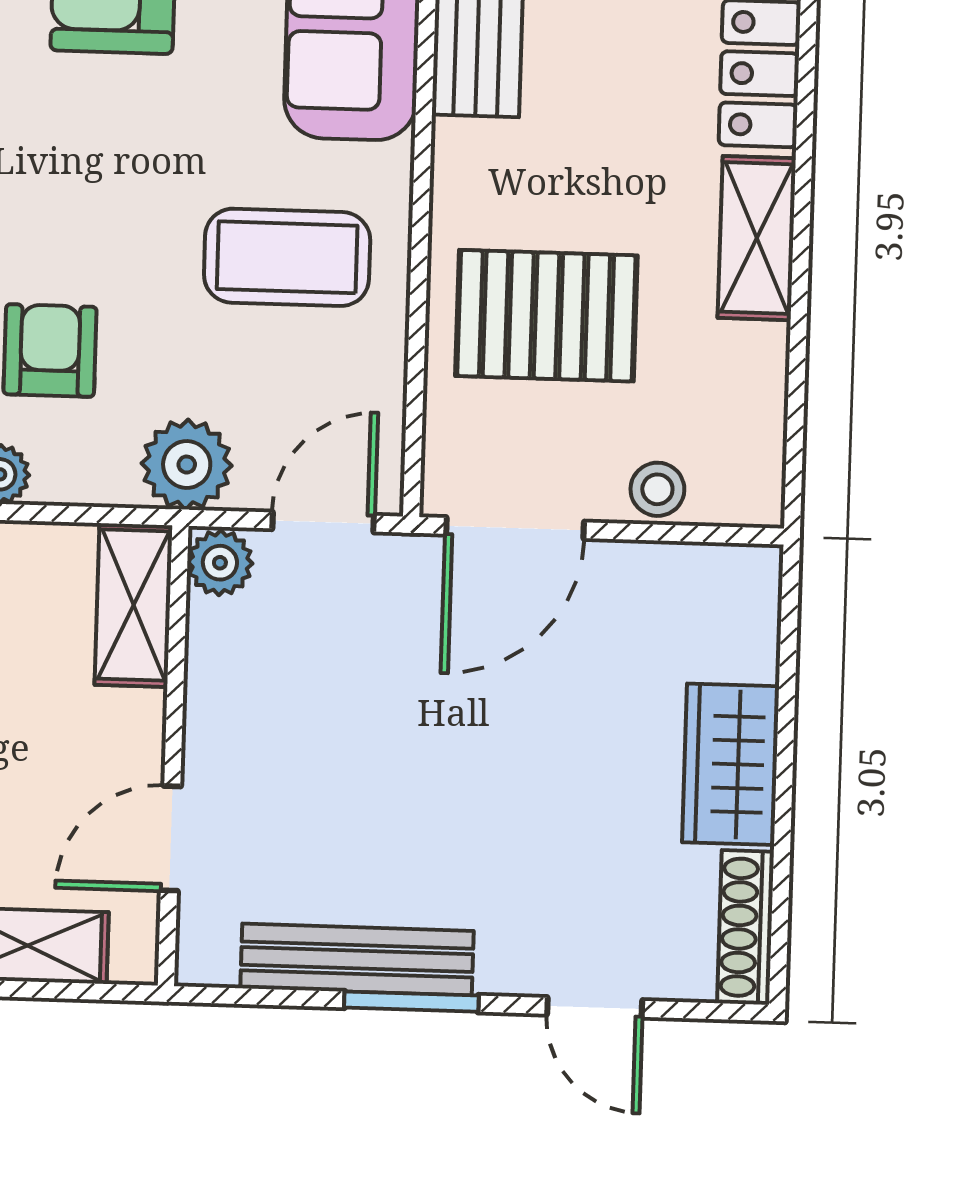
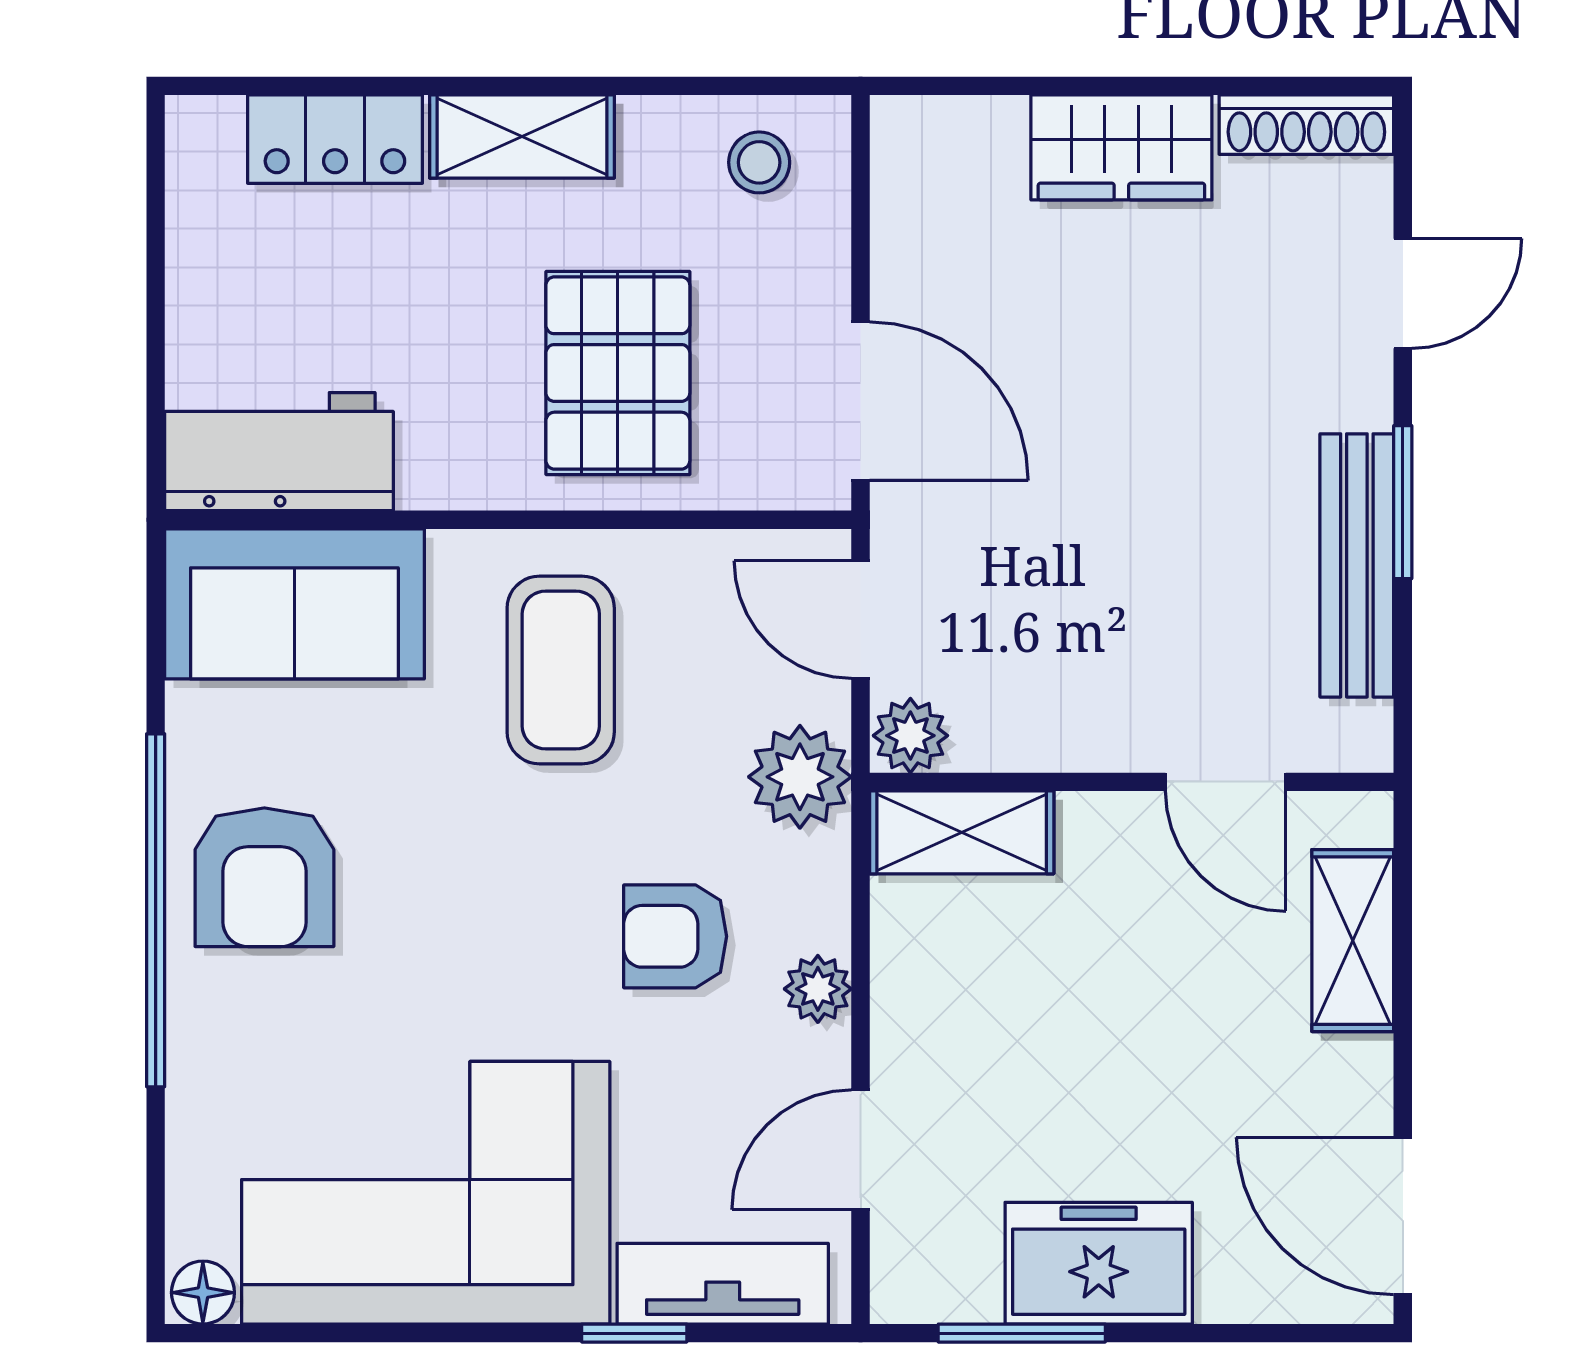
stool: (657, 489) -> (759, 162), moved

